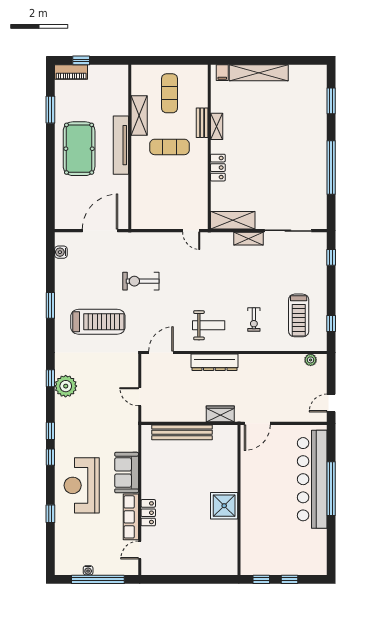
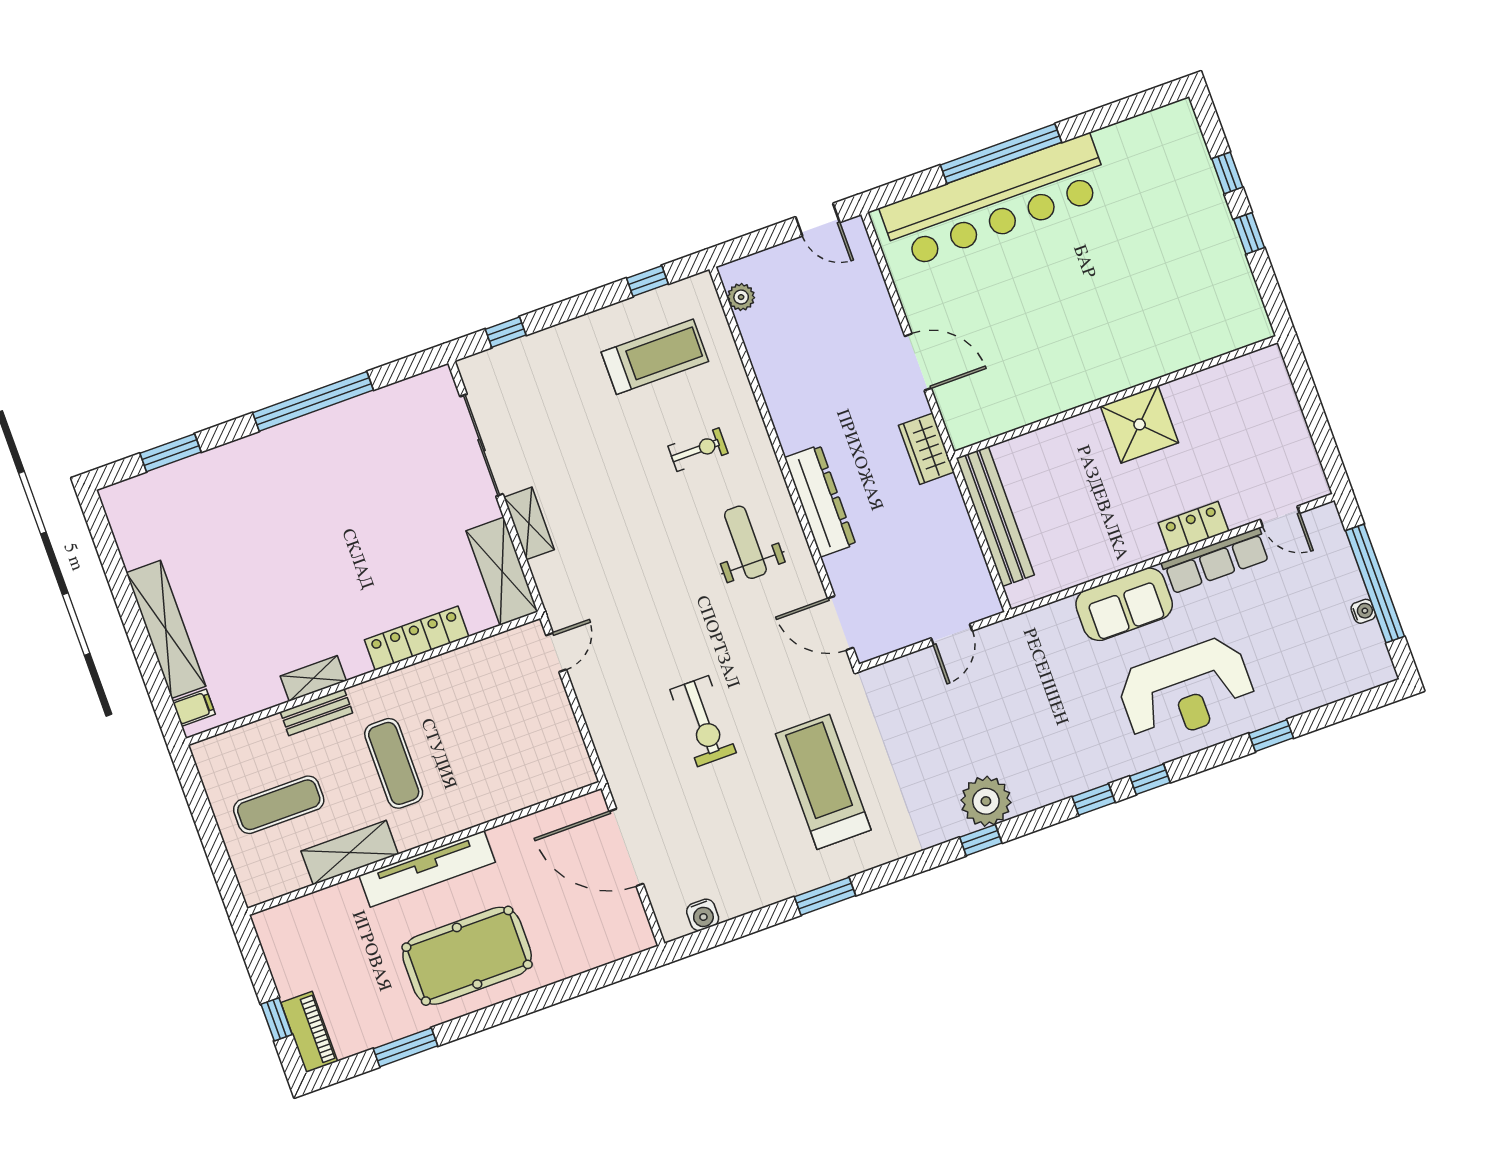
locker: (218, 168) -> (417, 638), width x1.53
wall: (239, 500) -> (1116, 397), moved
shower: (224, 506) -> (1140, 424), moved

